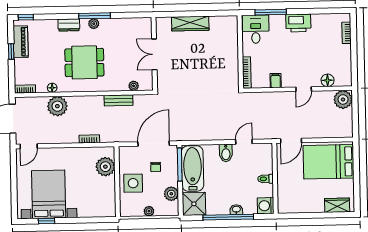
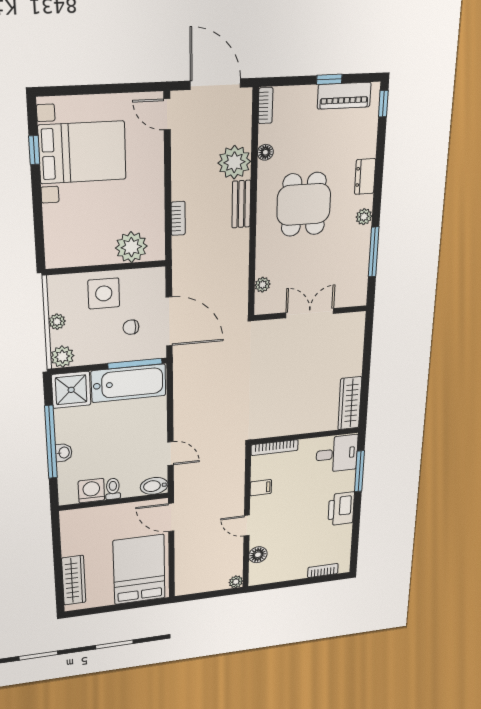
window: (94, 16) -> (374, 252), moved
wardrobe: (190, 24) -> (350, 403), moved
plant: (343, 99) -> (236, 582), width x0.53, depth x0.53
bench: (119, 100) -> (241, 204), moved
bidet: (226, 153) -> (154, 486), moved
plant: (171, 194) -> (62, 357), moved
wardrobe: (337, 205) -> (74, 580), width x1.50
washing machine: (266, 206) -> (91, 491), moved

